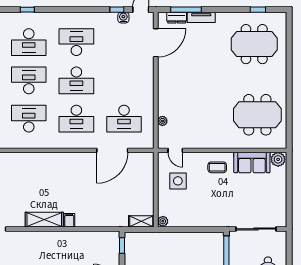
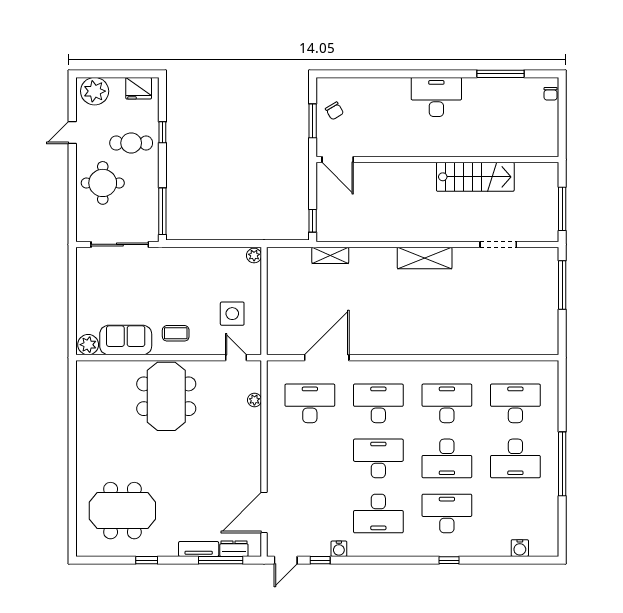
window: (258, 10) -> (147, 560), moved
water cooler: (123, 18) -> (339, 549), moved
meeting table: (257, 115) -> (166, 396), moved, turned 90
desk: (29, 119) -> (447, 403), turned 180
filing cabinet: (69, 220) -> (389, 257), removed
shelving: (141, 221) -> (330, 255), moved

